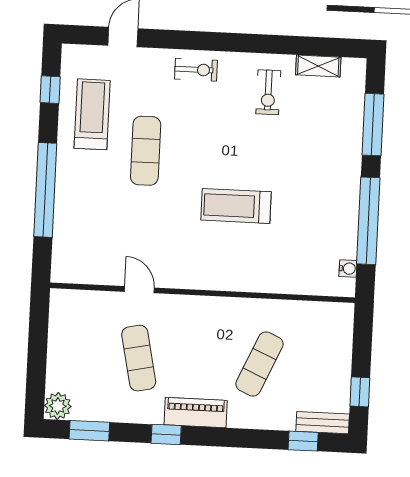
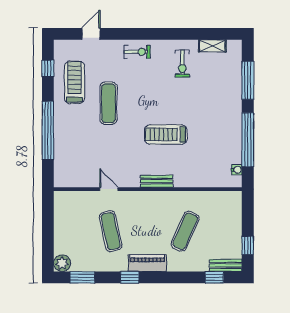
bench: (217, 281) -> (157, 181), added

